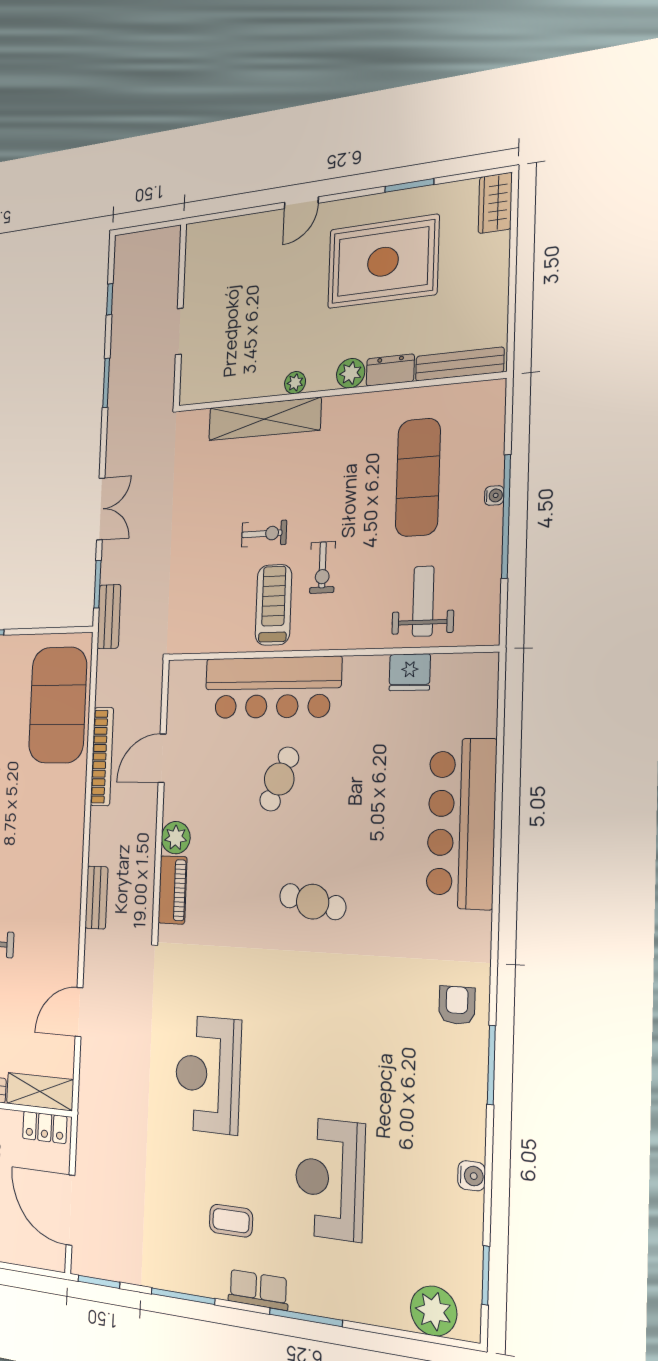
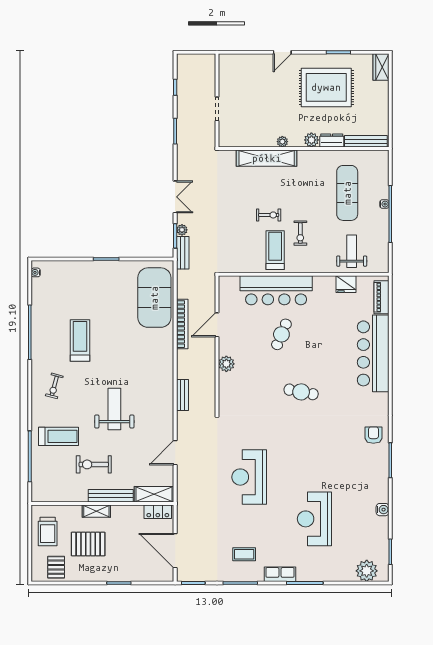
plant: (109, 572) -> (182, 230), added
piano: (173, 890) -> (381, 297), moved, turned 180
coffee table: (231, 1221) -> (244, 554), moved

